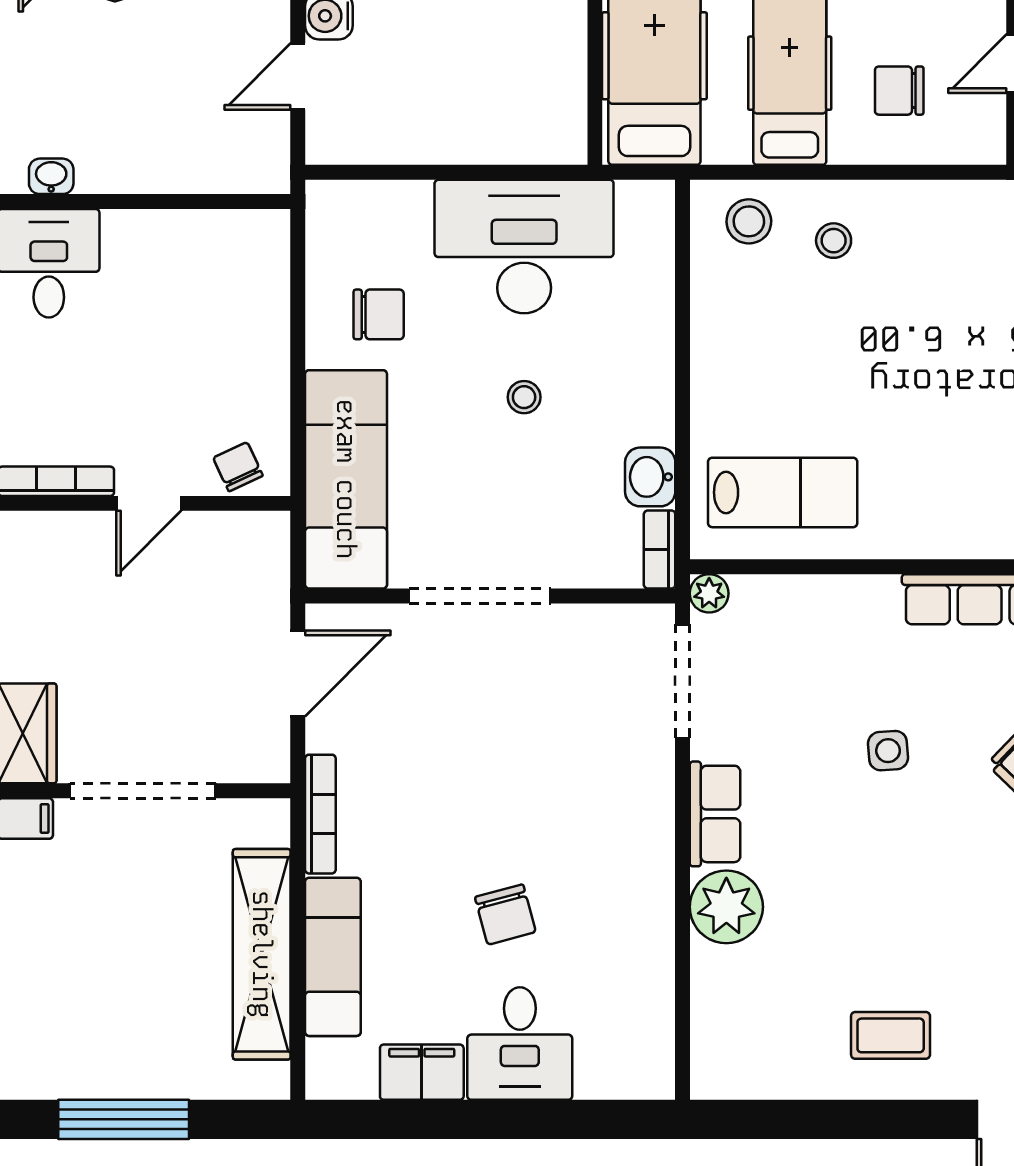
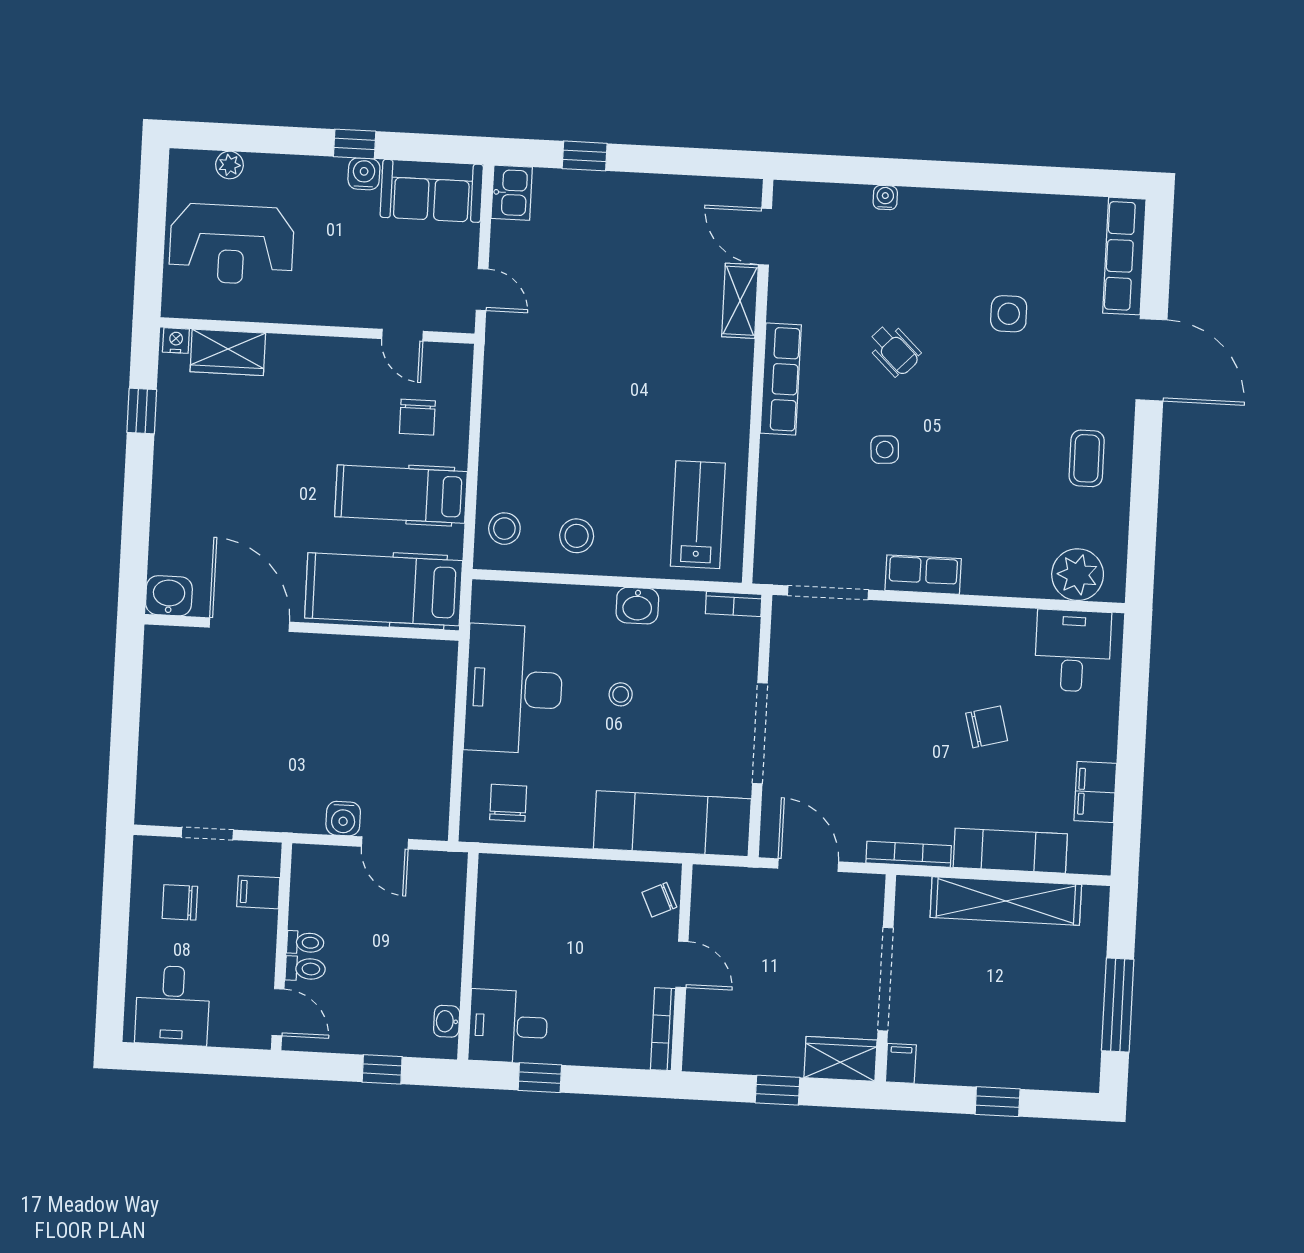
stool: (834, 241) -> (577, 536), moved, width x1.37, depth x1.37
chair: (379, 314) -> (508, 803), moved
washbasin: (650, 477) -> (637, 606), moved
plant: (709, 593) -> (767, 571), removed
plant: (726, 907) -> (1078, 575), moved
desk: (520, 1044) -> (1073, 651), moved, turned -90

